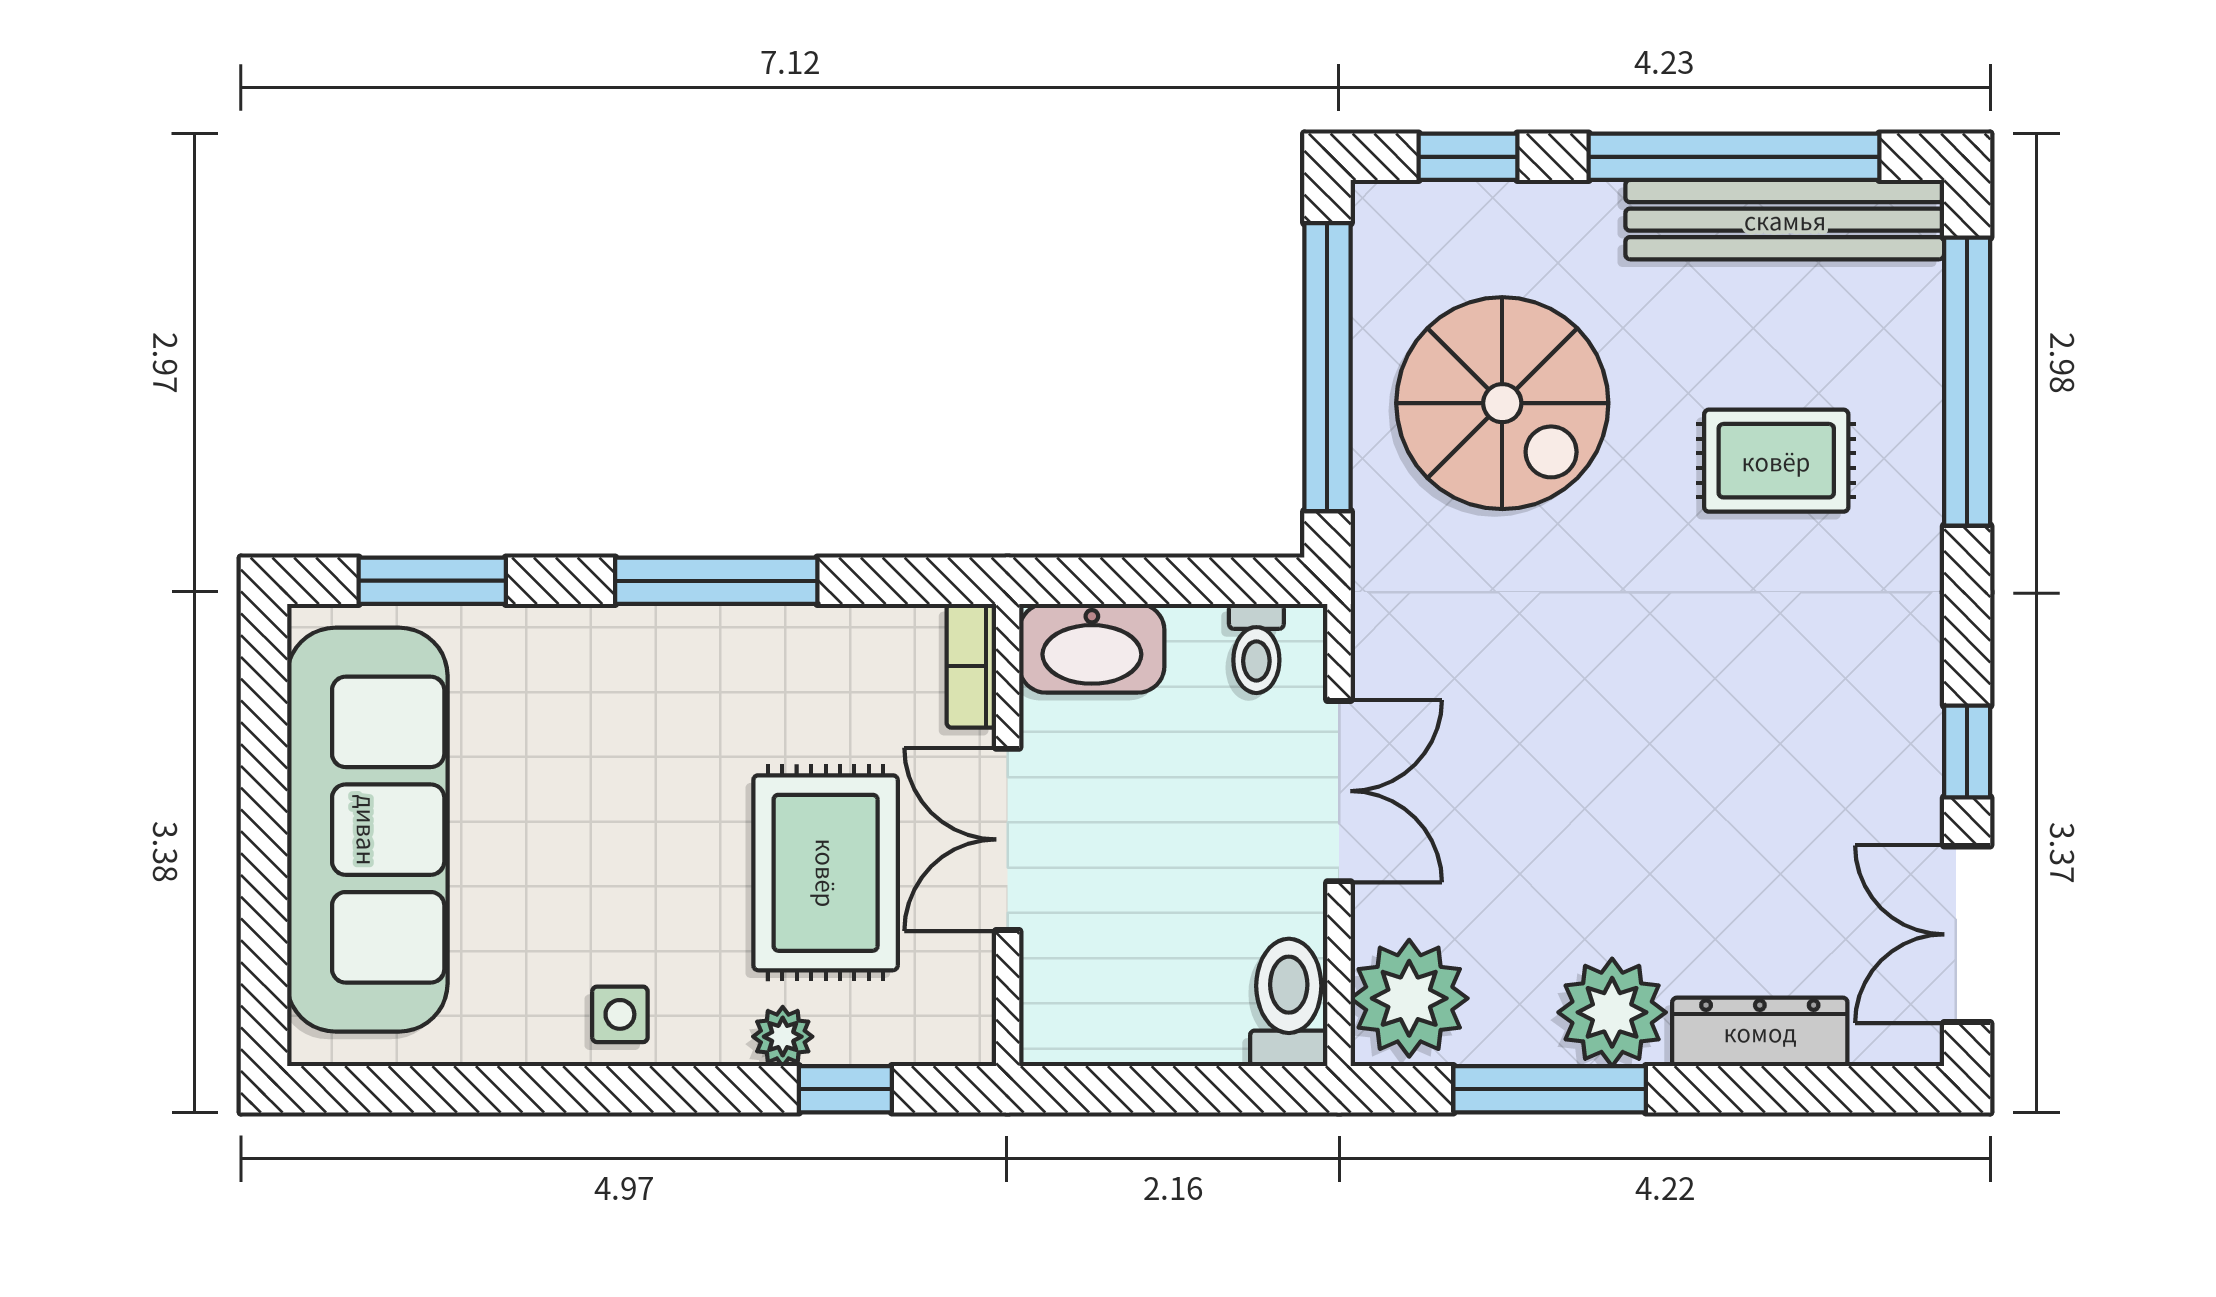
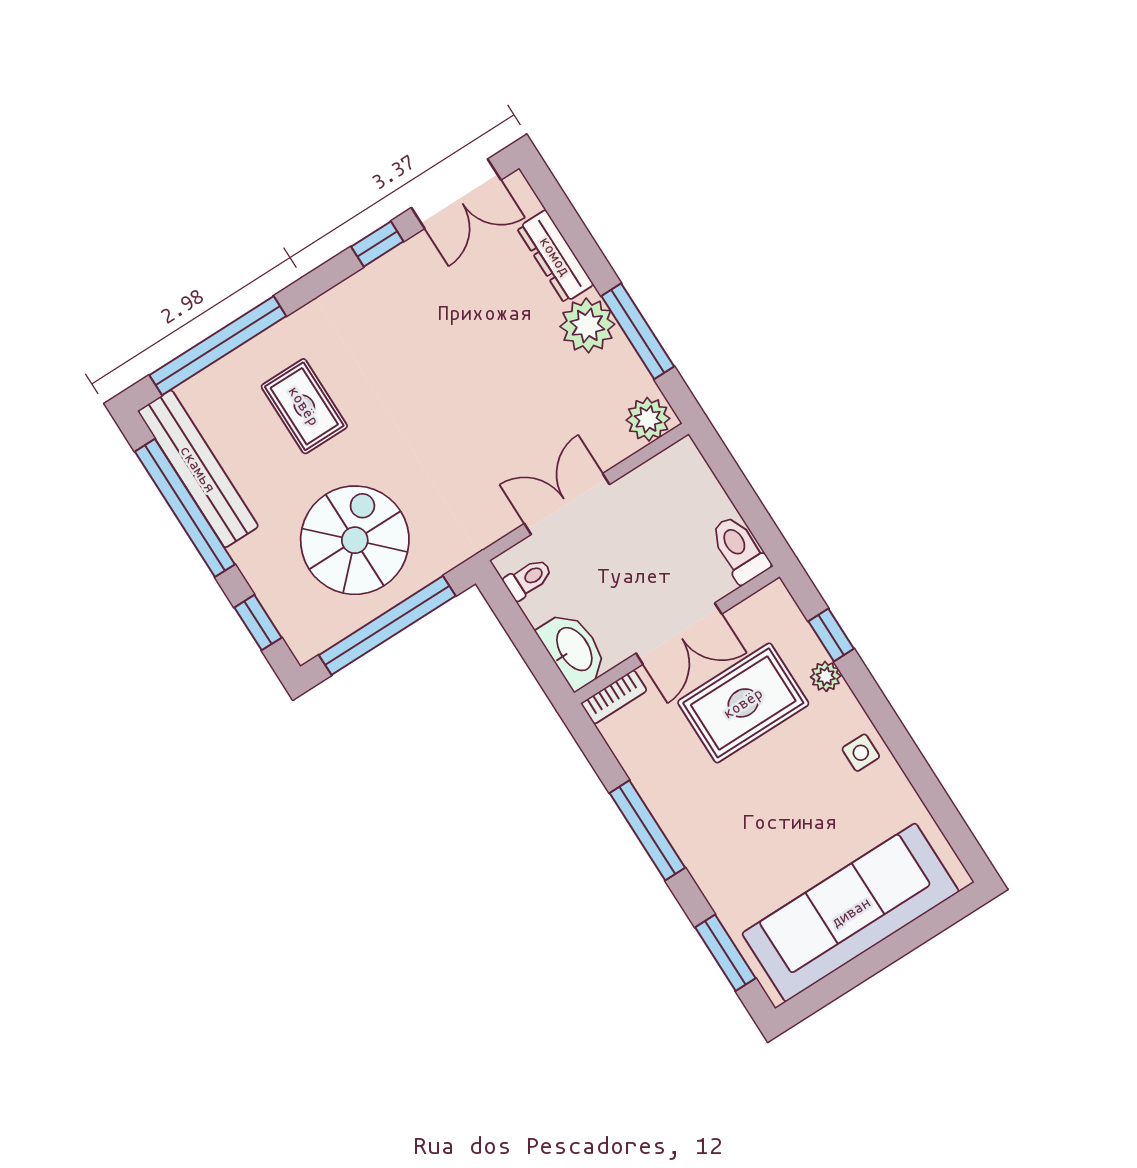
plant: (1409, 998) -> (648, 419), width x0.73, depth x0.73
toilet: (1289, 1002) -> (739, 549), moved, turned 90

